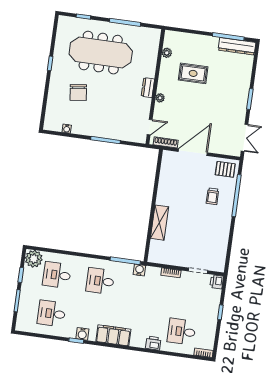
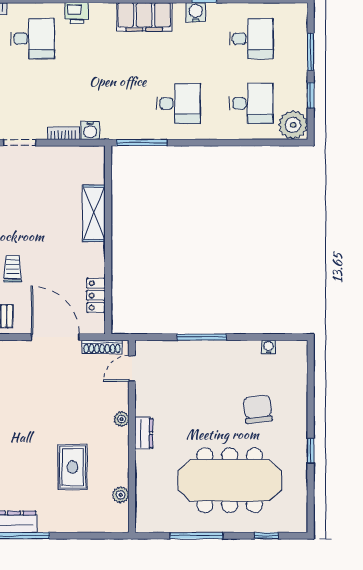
rug: (193, 73) -> (73, 467), turned 90
door: (193, 152) -> (55, 337), swing flipped
locker: (165, 174) -> (96, 295), added
water cooler: (139, 270) -> (90, 130), moved

